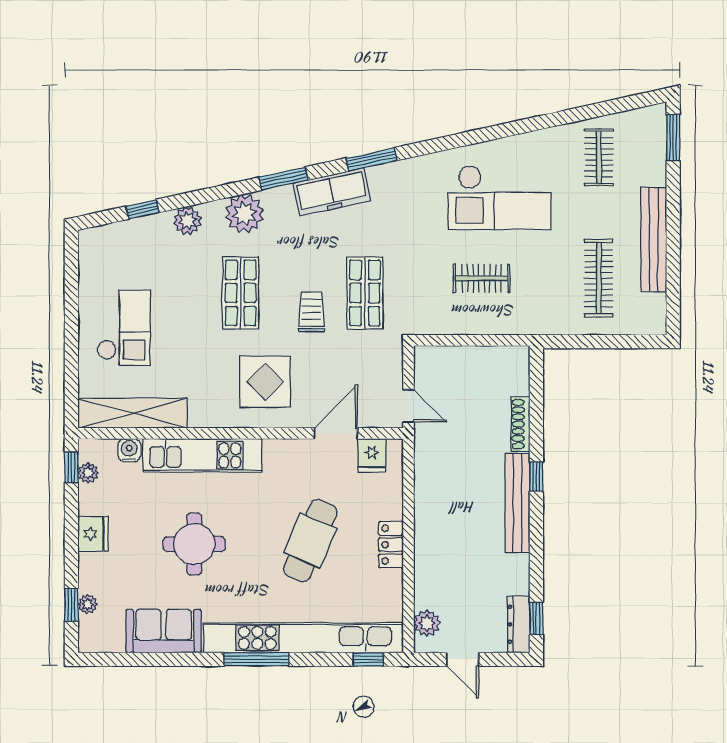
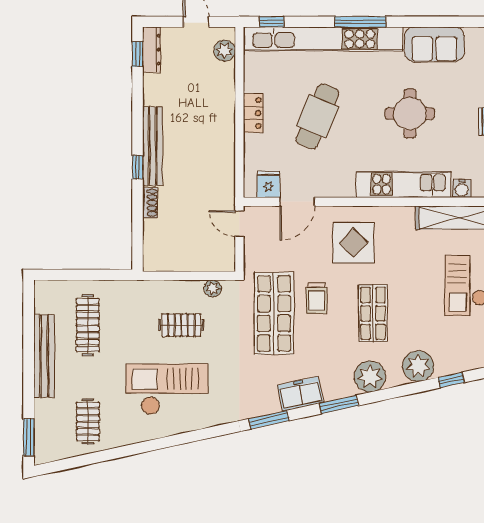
freezer: (332, 192) -> (300, 394), width x0.71
plant: (188, 221) -> (418, 366), width x1.36, depth x1.36
shop shelf: (365, 293) -> (274, 313), width x1.43, depth x1.36
plant: (442, 324) -> (213, 288), added
shoe rack: (521, 424) -> (150, 203), width x0.70

